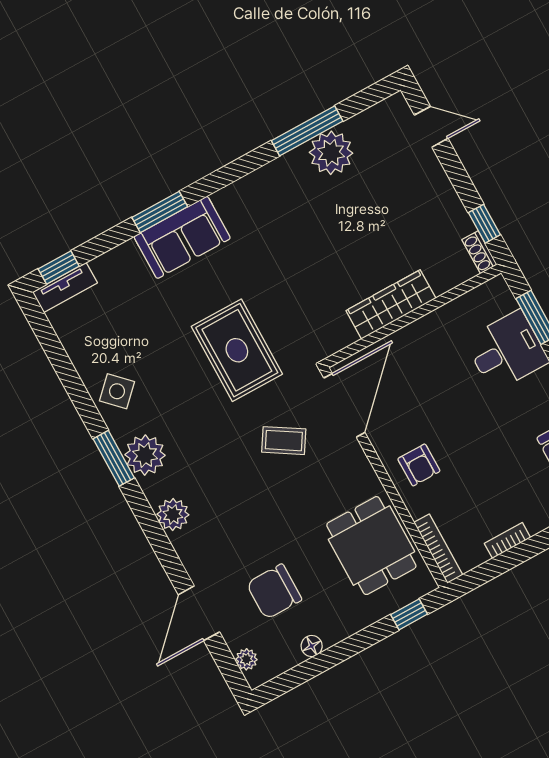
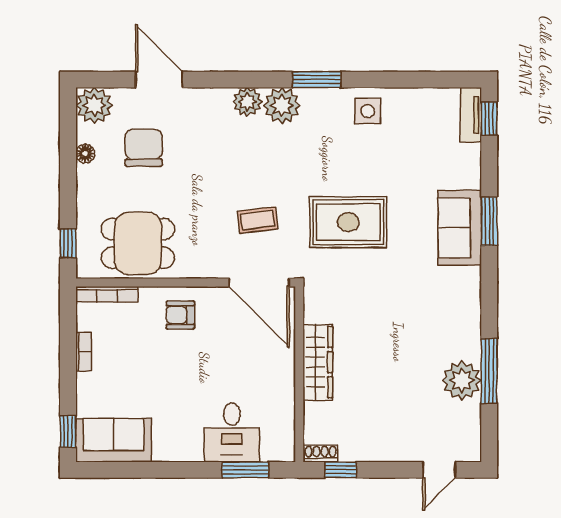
side table: (117, 391) -> (368, 111), turned 45
coffee table: (284, 441) -> (257, 220), turned 51
plant: (145, 455) -> (282, 105), moved
plant: (246, 659) -> (94, 105), width x1.88, depth x1.88

